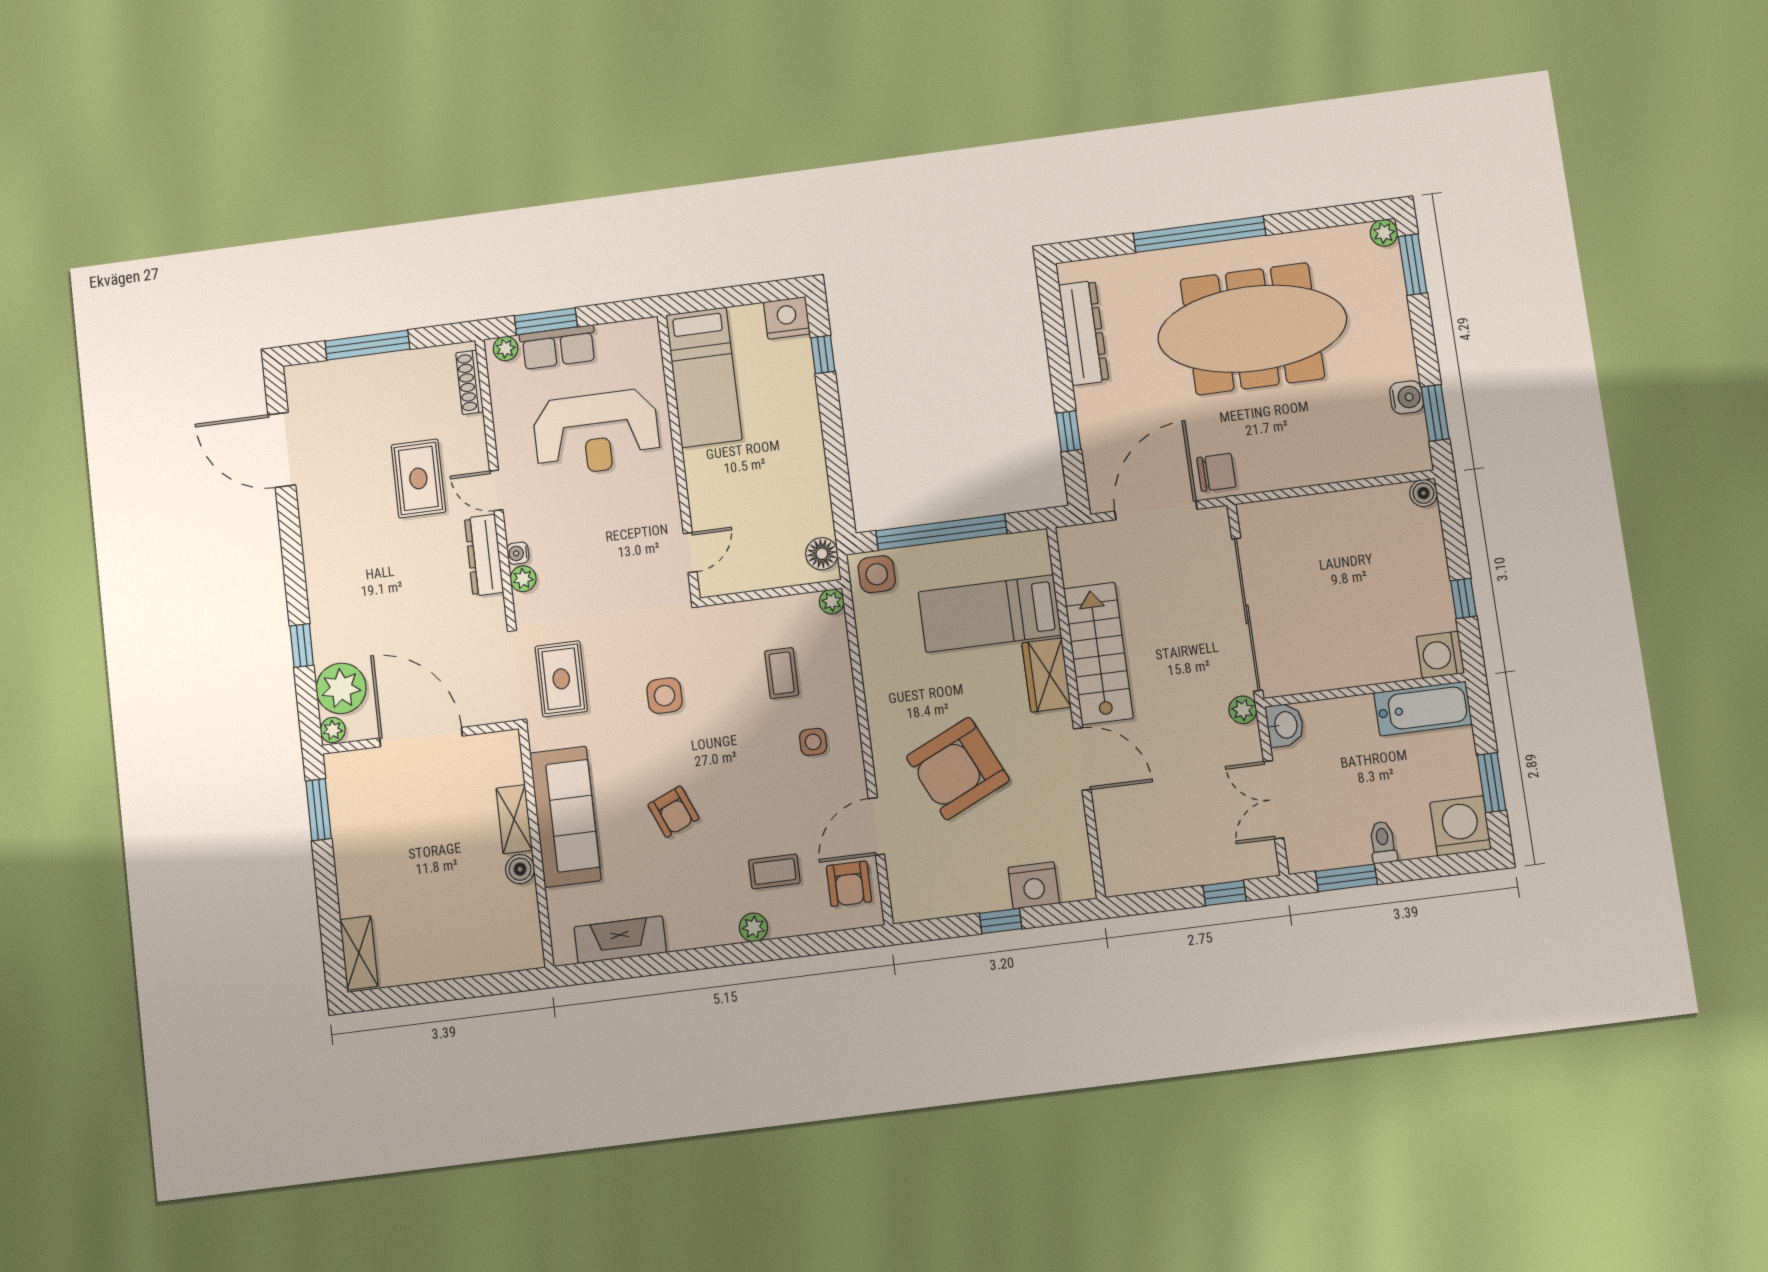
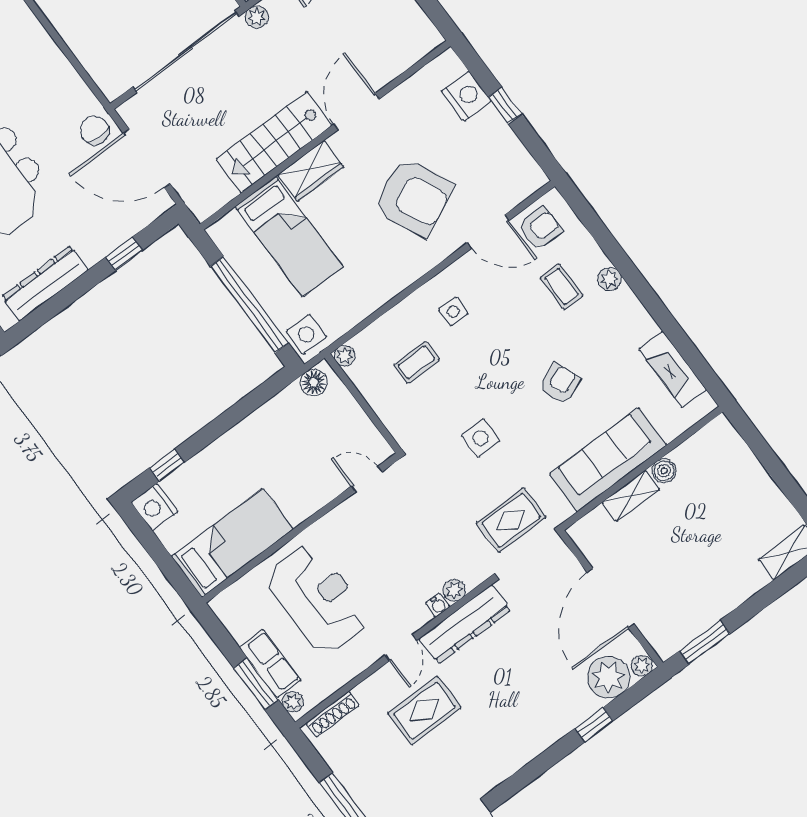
dresser: (484, 555) -> (465, 624), width x1.37, depth x1.24

